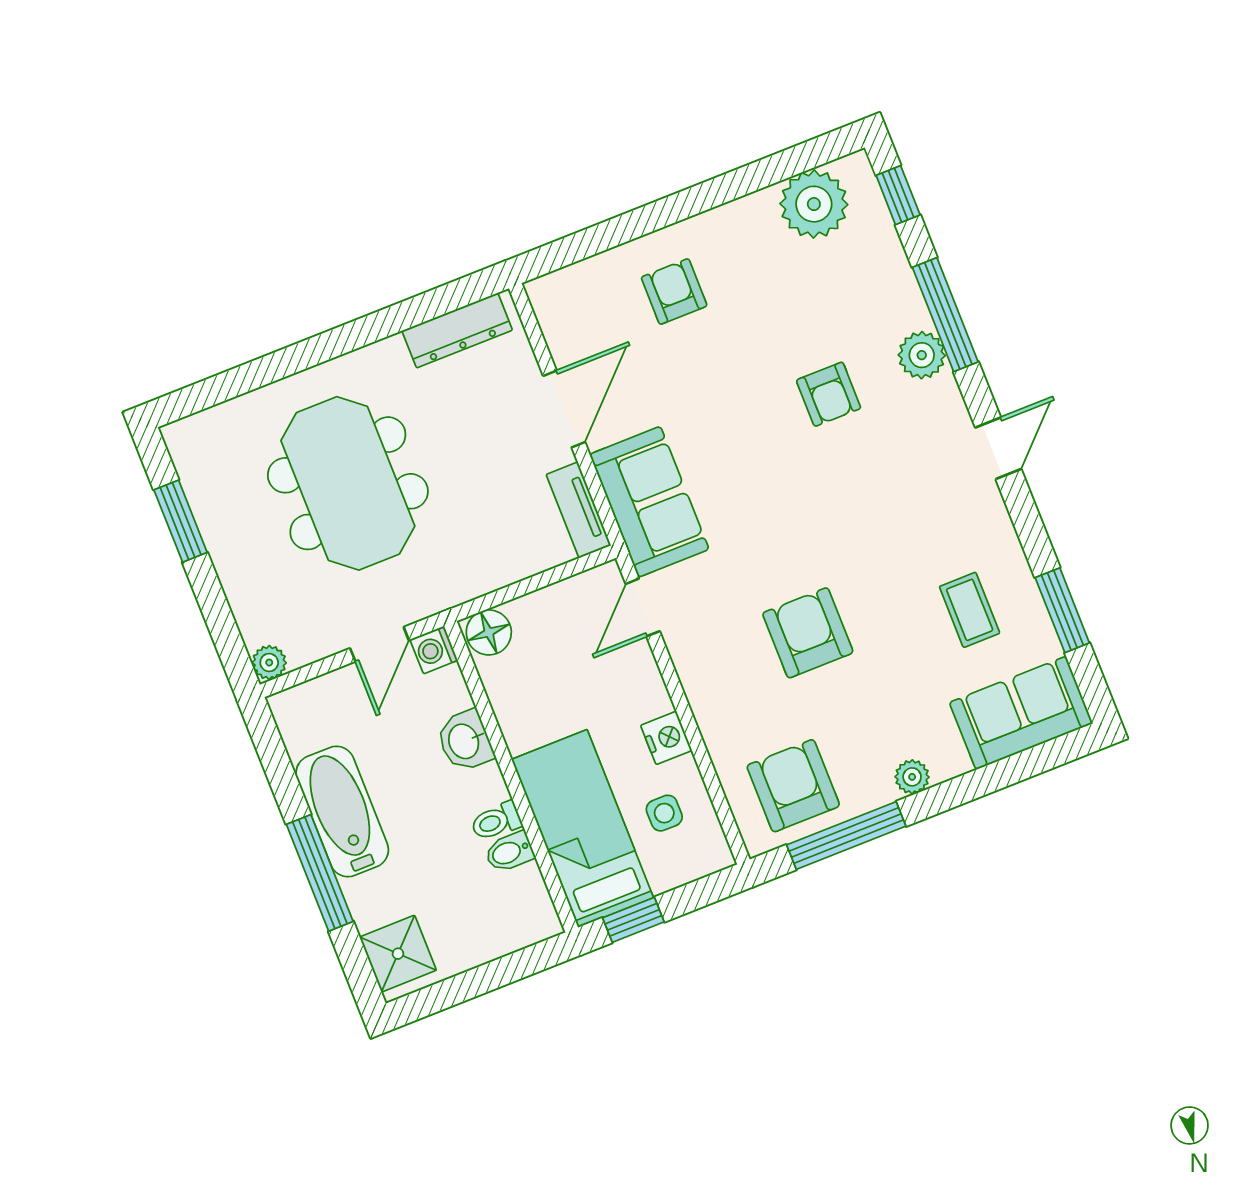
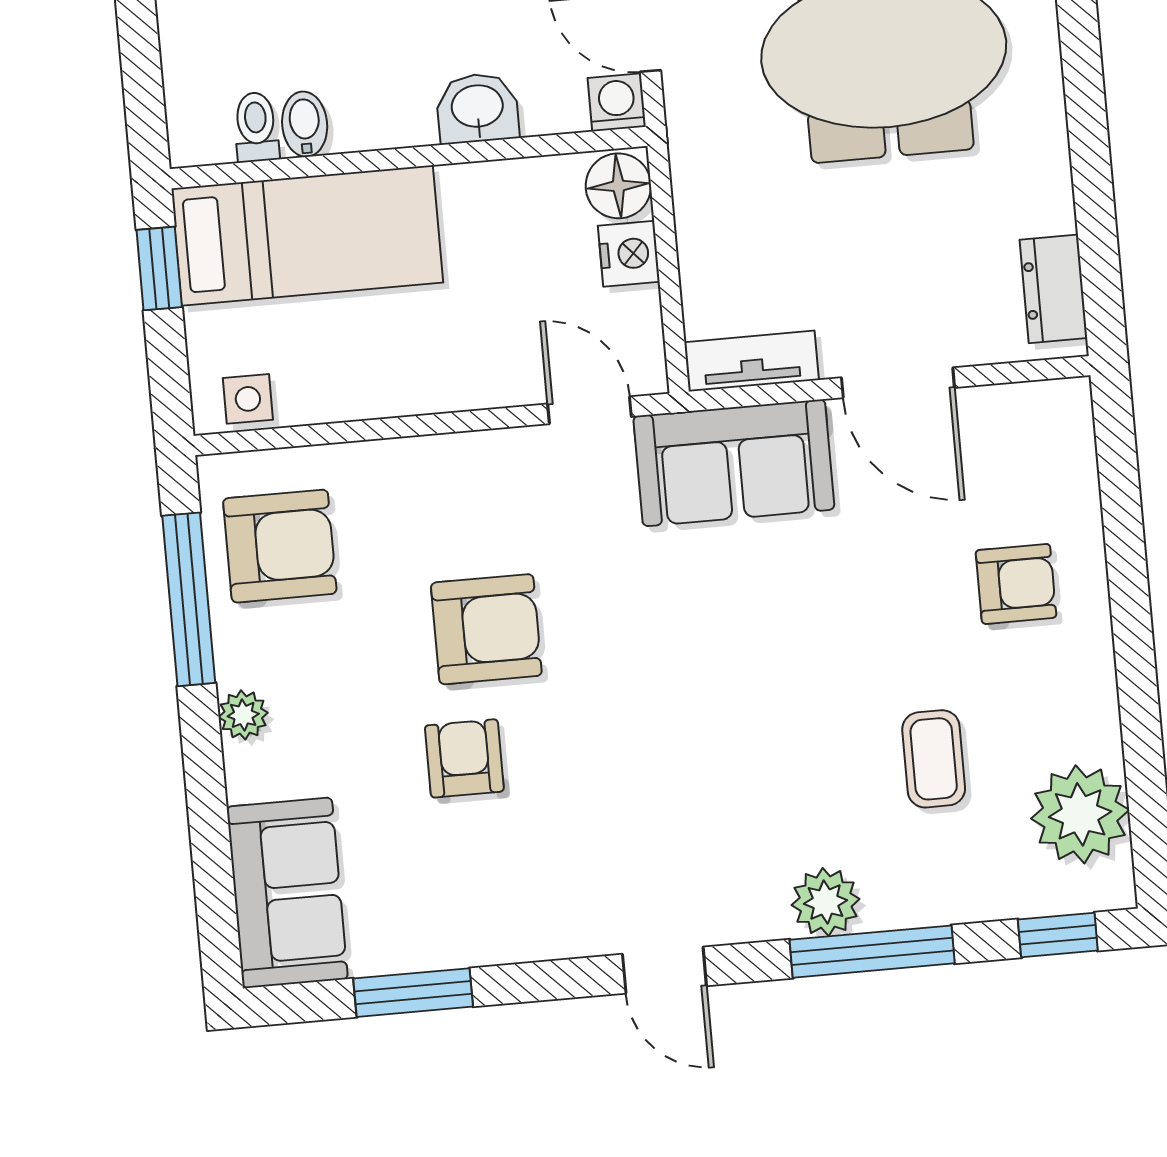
dresser: (457, 330) -> (1053, 289), width x0.70
armchair: (829, 394) -> (464, 758), moved, turned 90
coffee table: (970, 610) -> (934, 759), moved, turned 90
nightstand: (666, 738) -> (629, 254), moved, turned -90
side table: (664, 813) -> (248, 399), moved
toilet: (496, 821) -> (256, 127), moved

